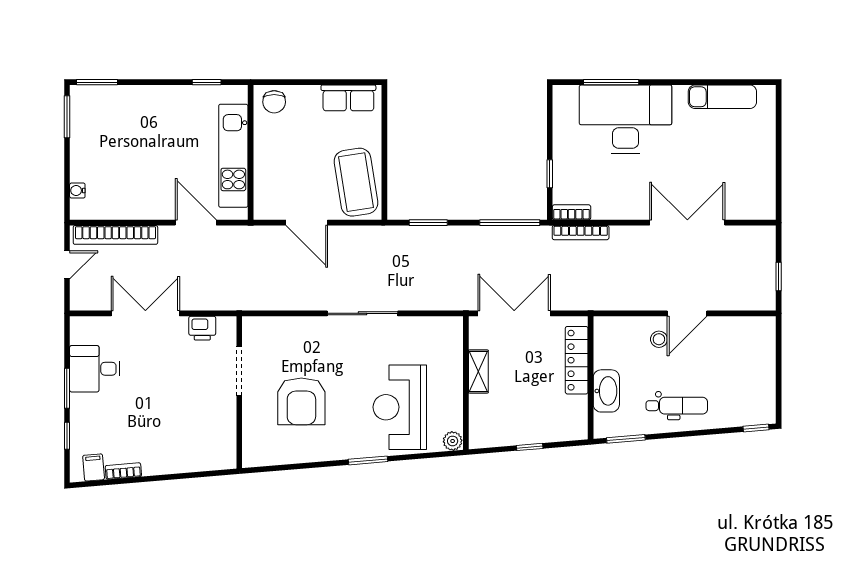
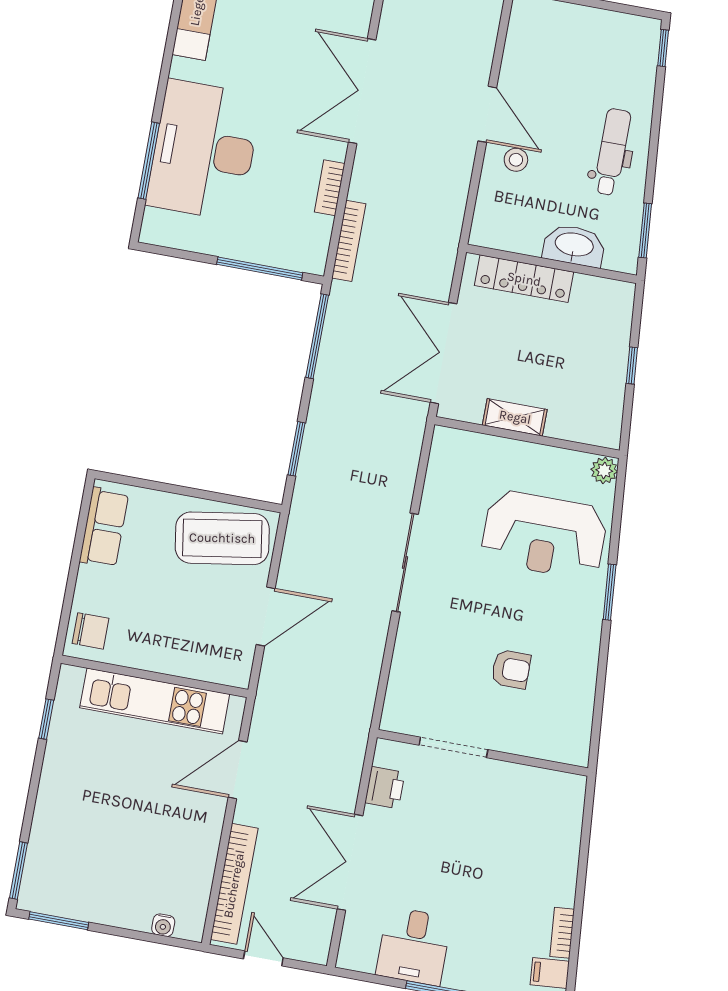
window: (550, 174) -> (260, 268), width x2.17
bookcase: (572, 212) -> (330, 188), moved
armchair: (301, 401) -> (511, 669), width x0.53, depth x0.53

